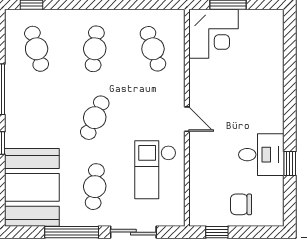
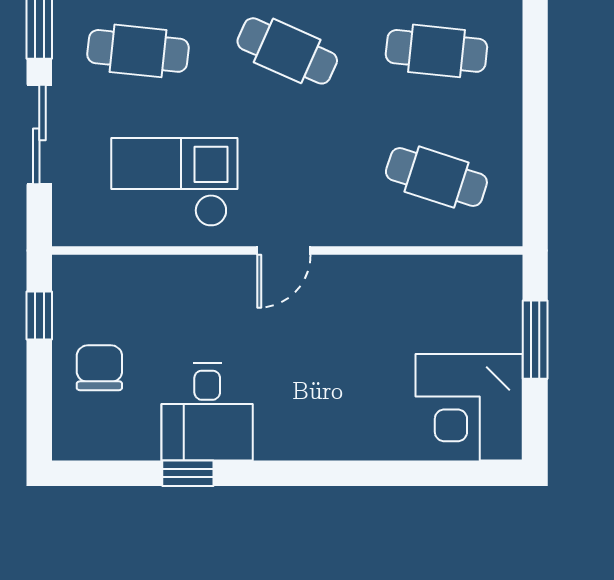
corner desk: (213, 34) -> (469, 407), moved
cafe table: (153, 49) -> (436, 177), turned 36

